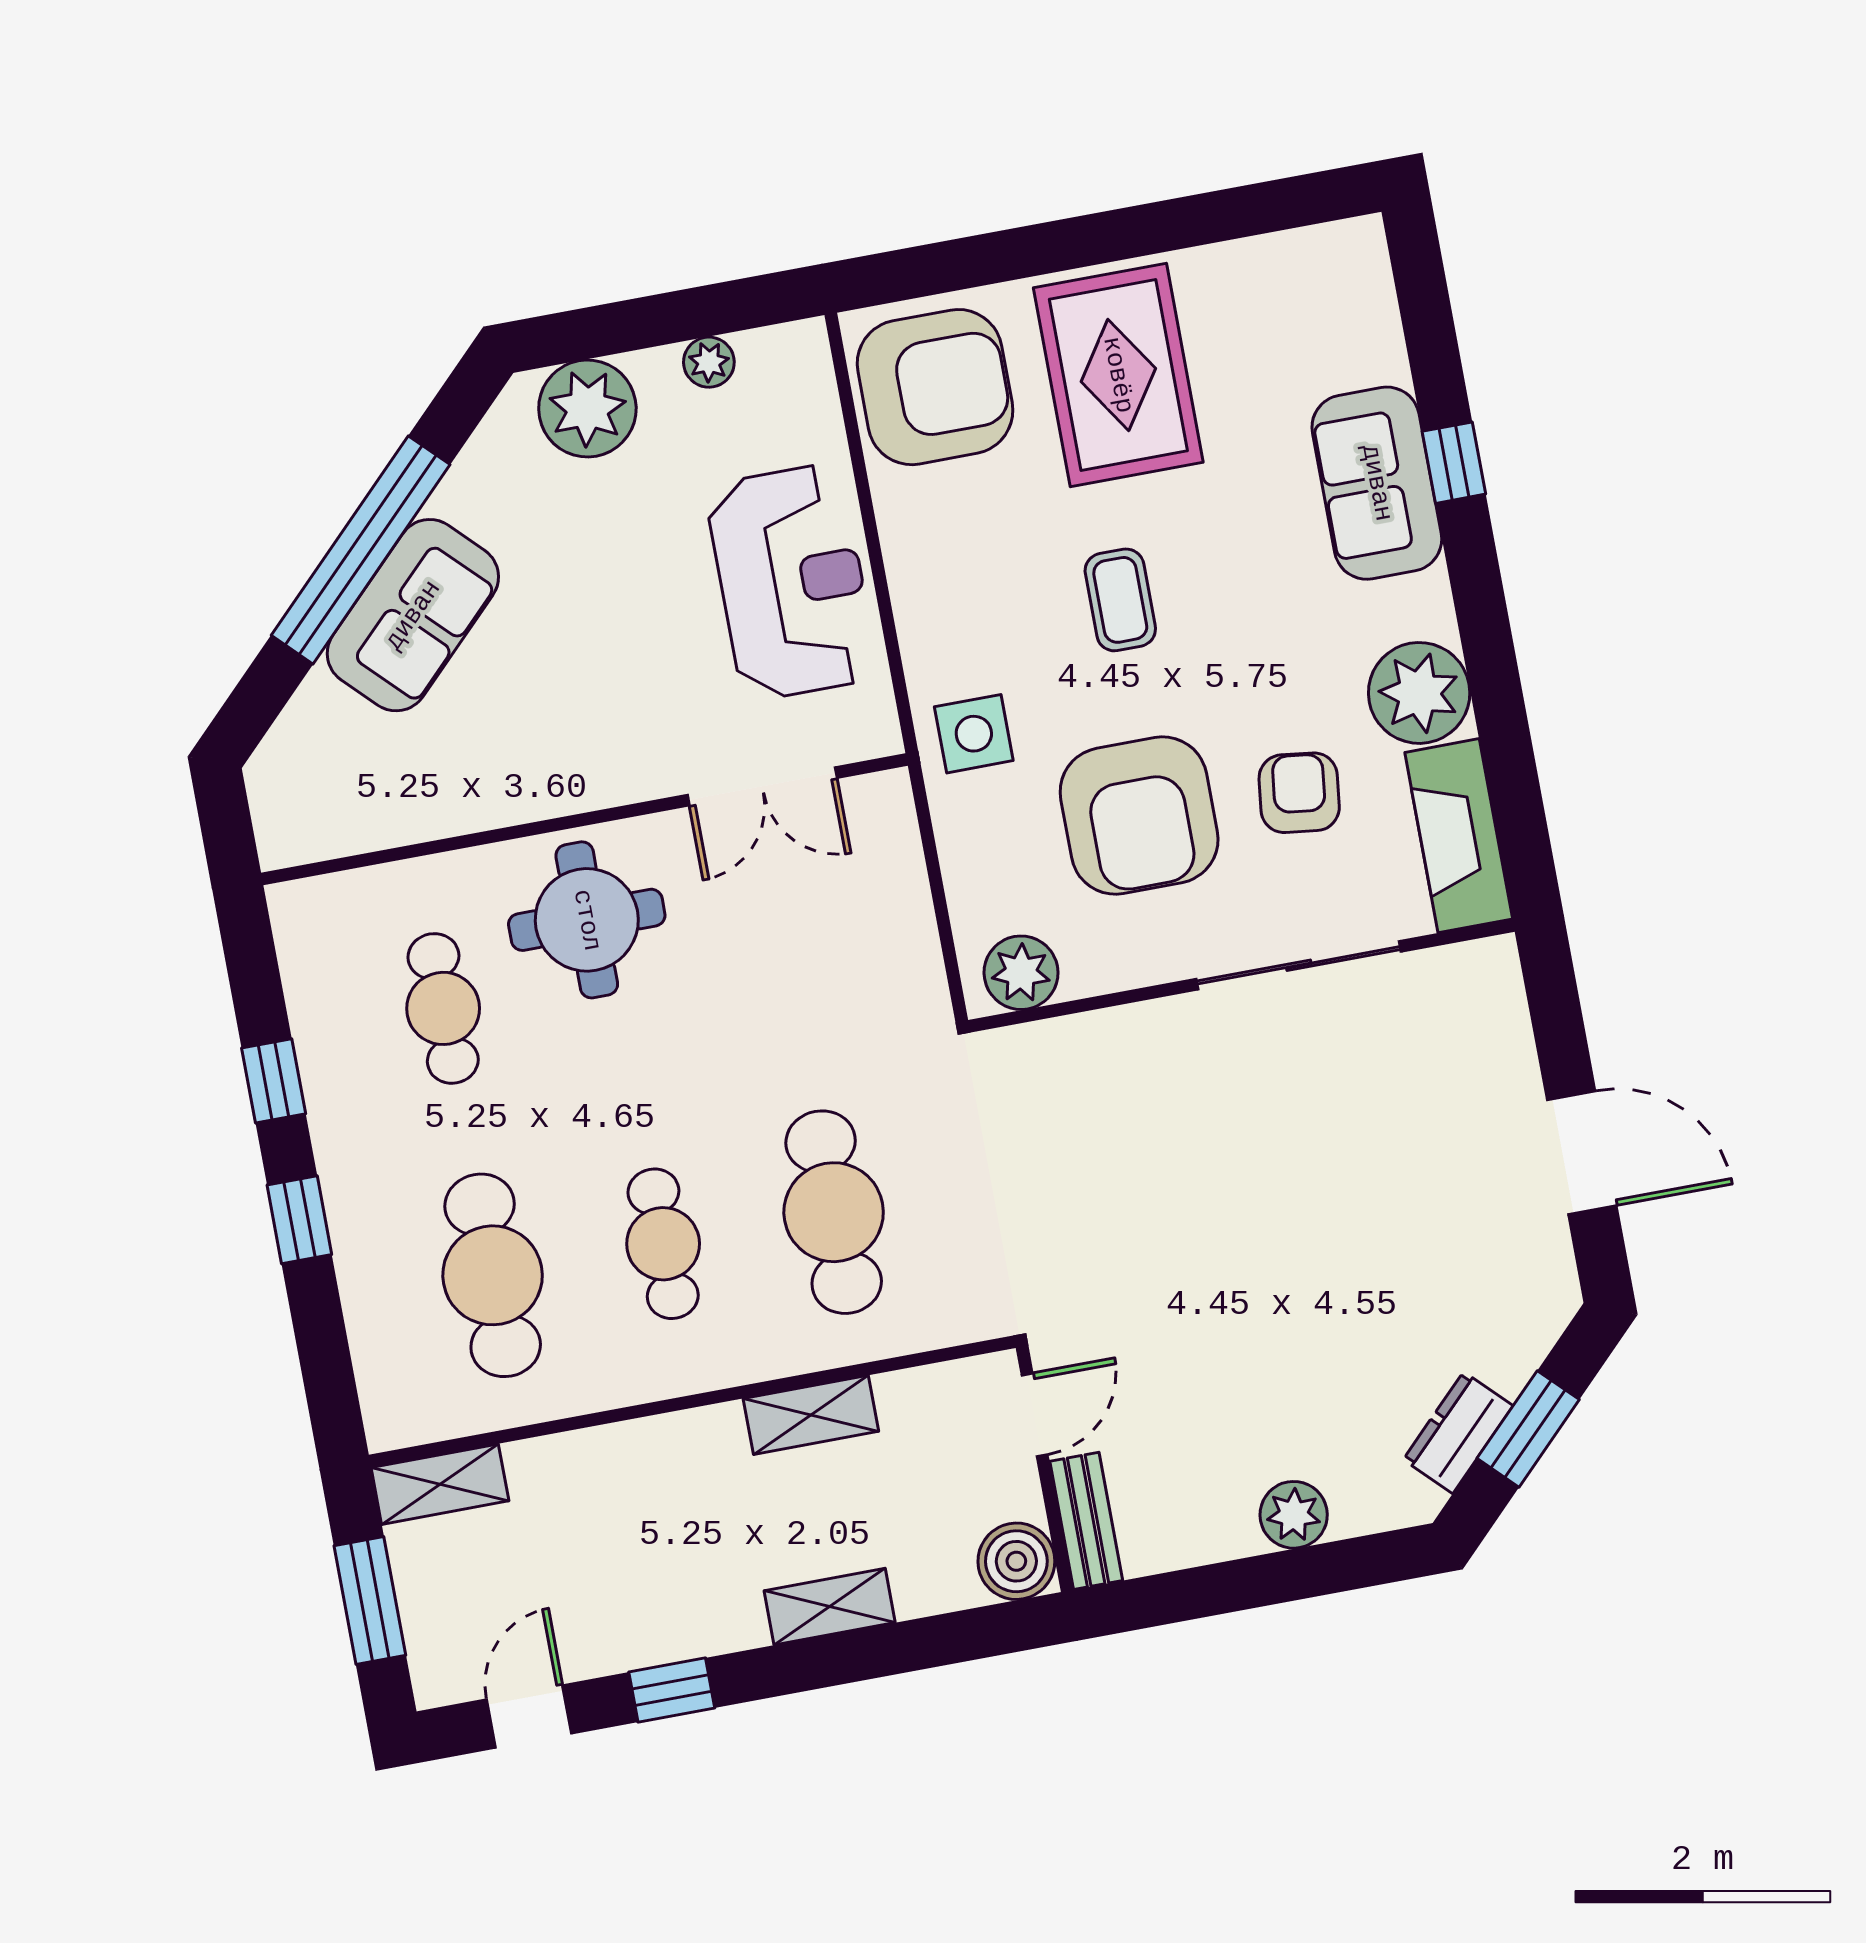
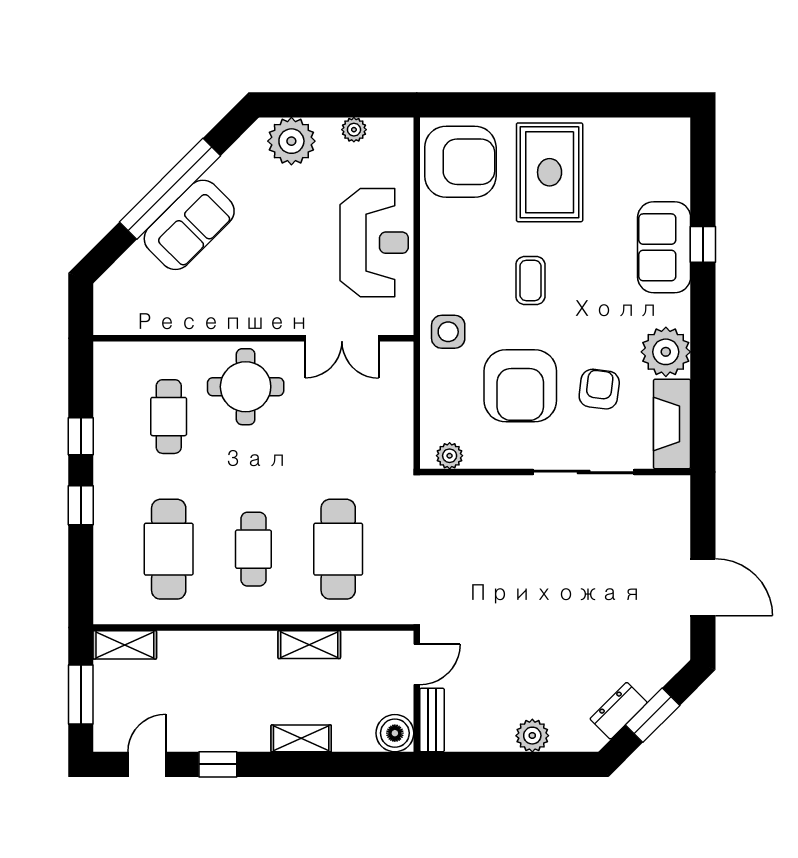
plant: (1021, 973) -> (450, 456), width x0.73, depth x0.73

